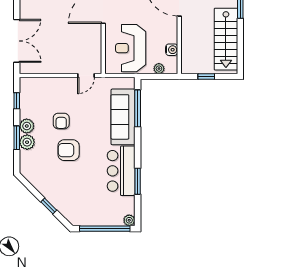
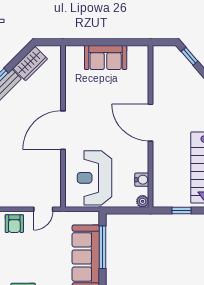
plant: (159, 69) -> (143, 201), moved
armchair: (61, 121) -> (14, 224), moved

